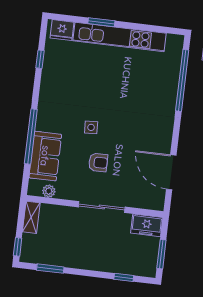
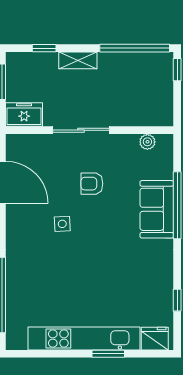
side table: (91, 127) -> (62, 224), moved
sofa: (45, 156) -> (157, 209), moved
shelving: (31, 217) -> (78, 60), moved, turned 90
window: (50, 269) -> (135, 48), width x2.11

